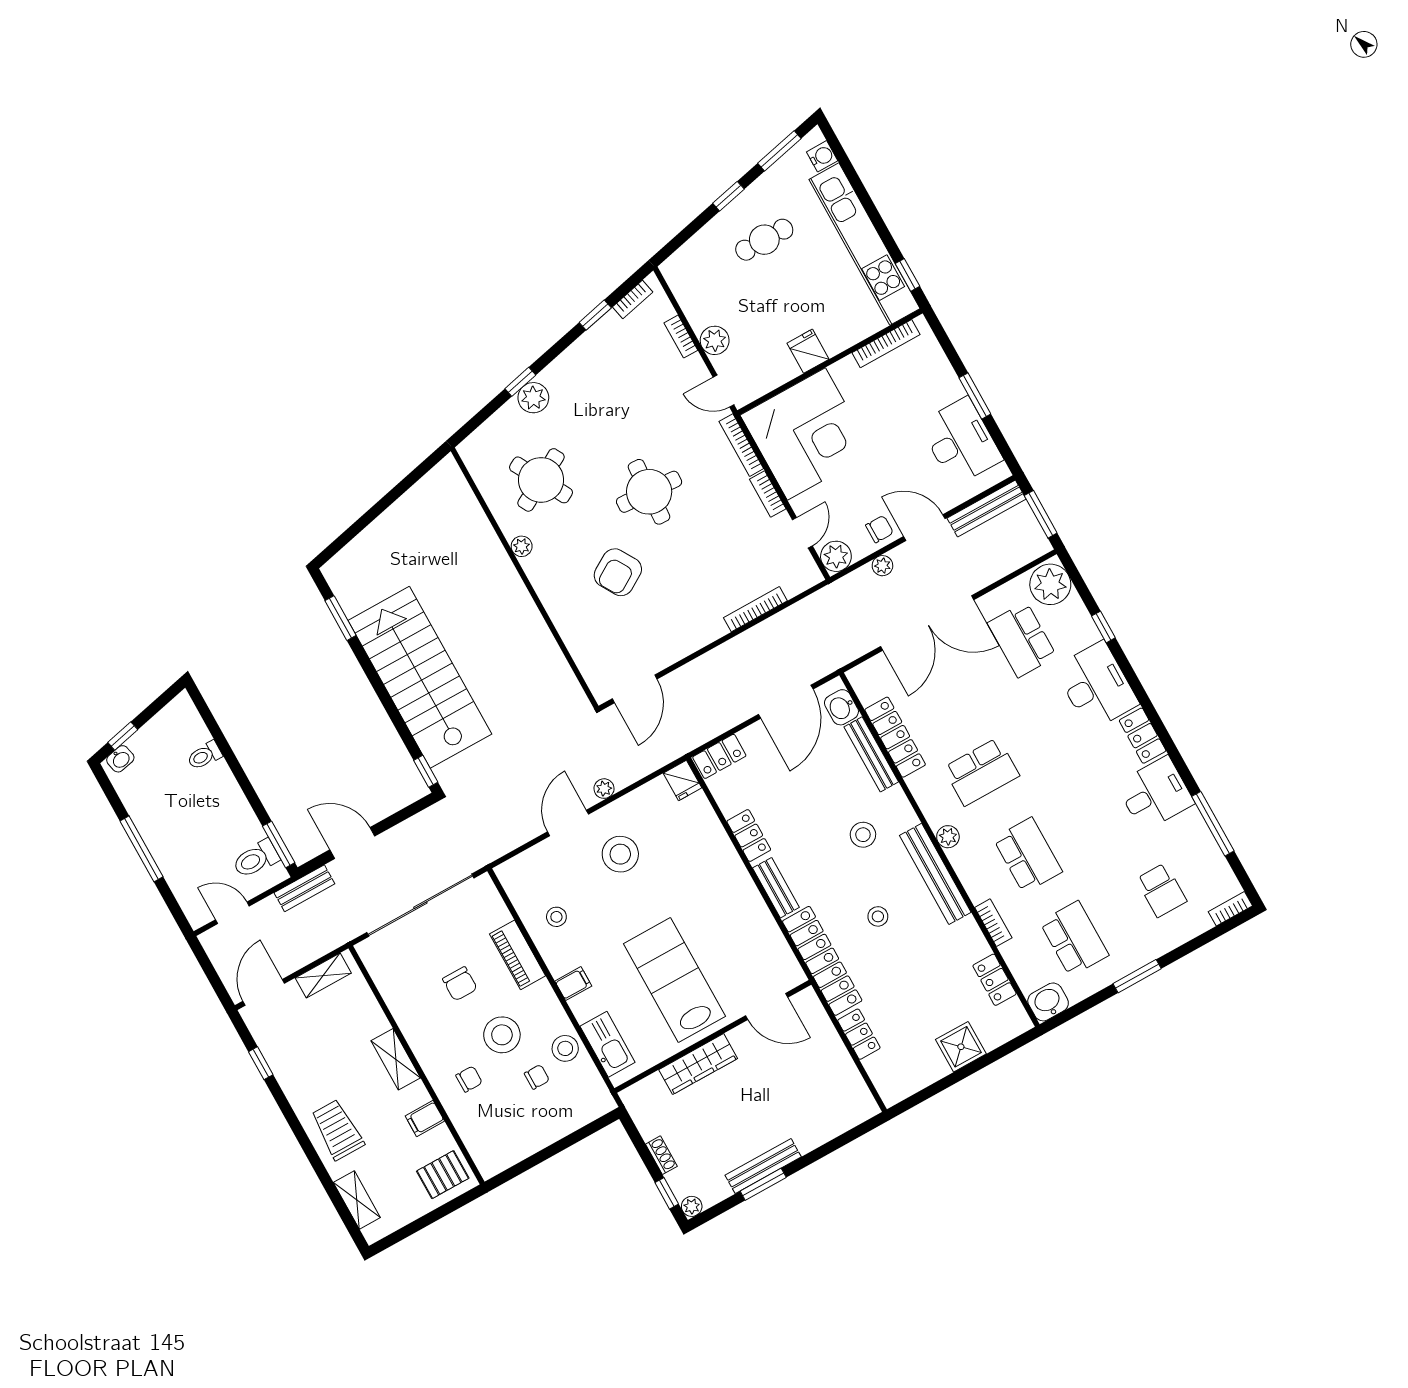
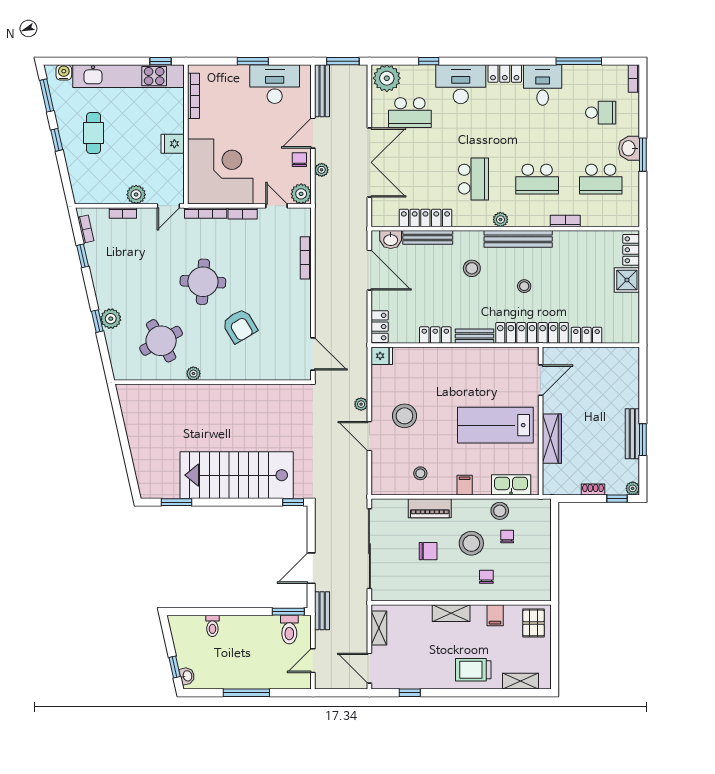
school desk: (1028, 855) -> (537, 179), turned 180
school desk: (1074, 939) -> (601, 179), turned 180
locker: (994, 980) -> (631, 250), moved, turned 90
washbasin: (1048, 1002) -> (629, 148), moved

